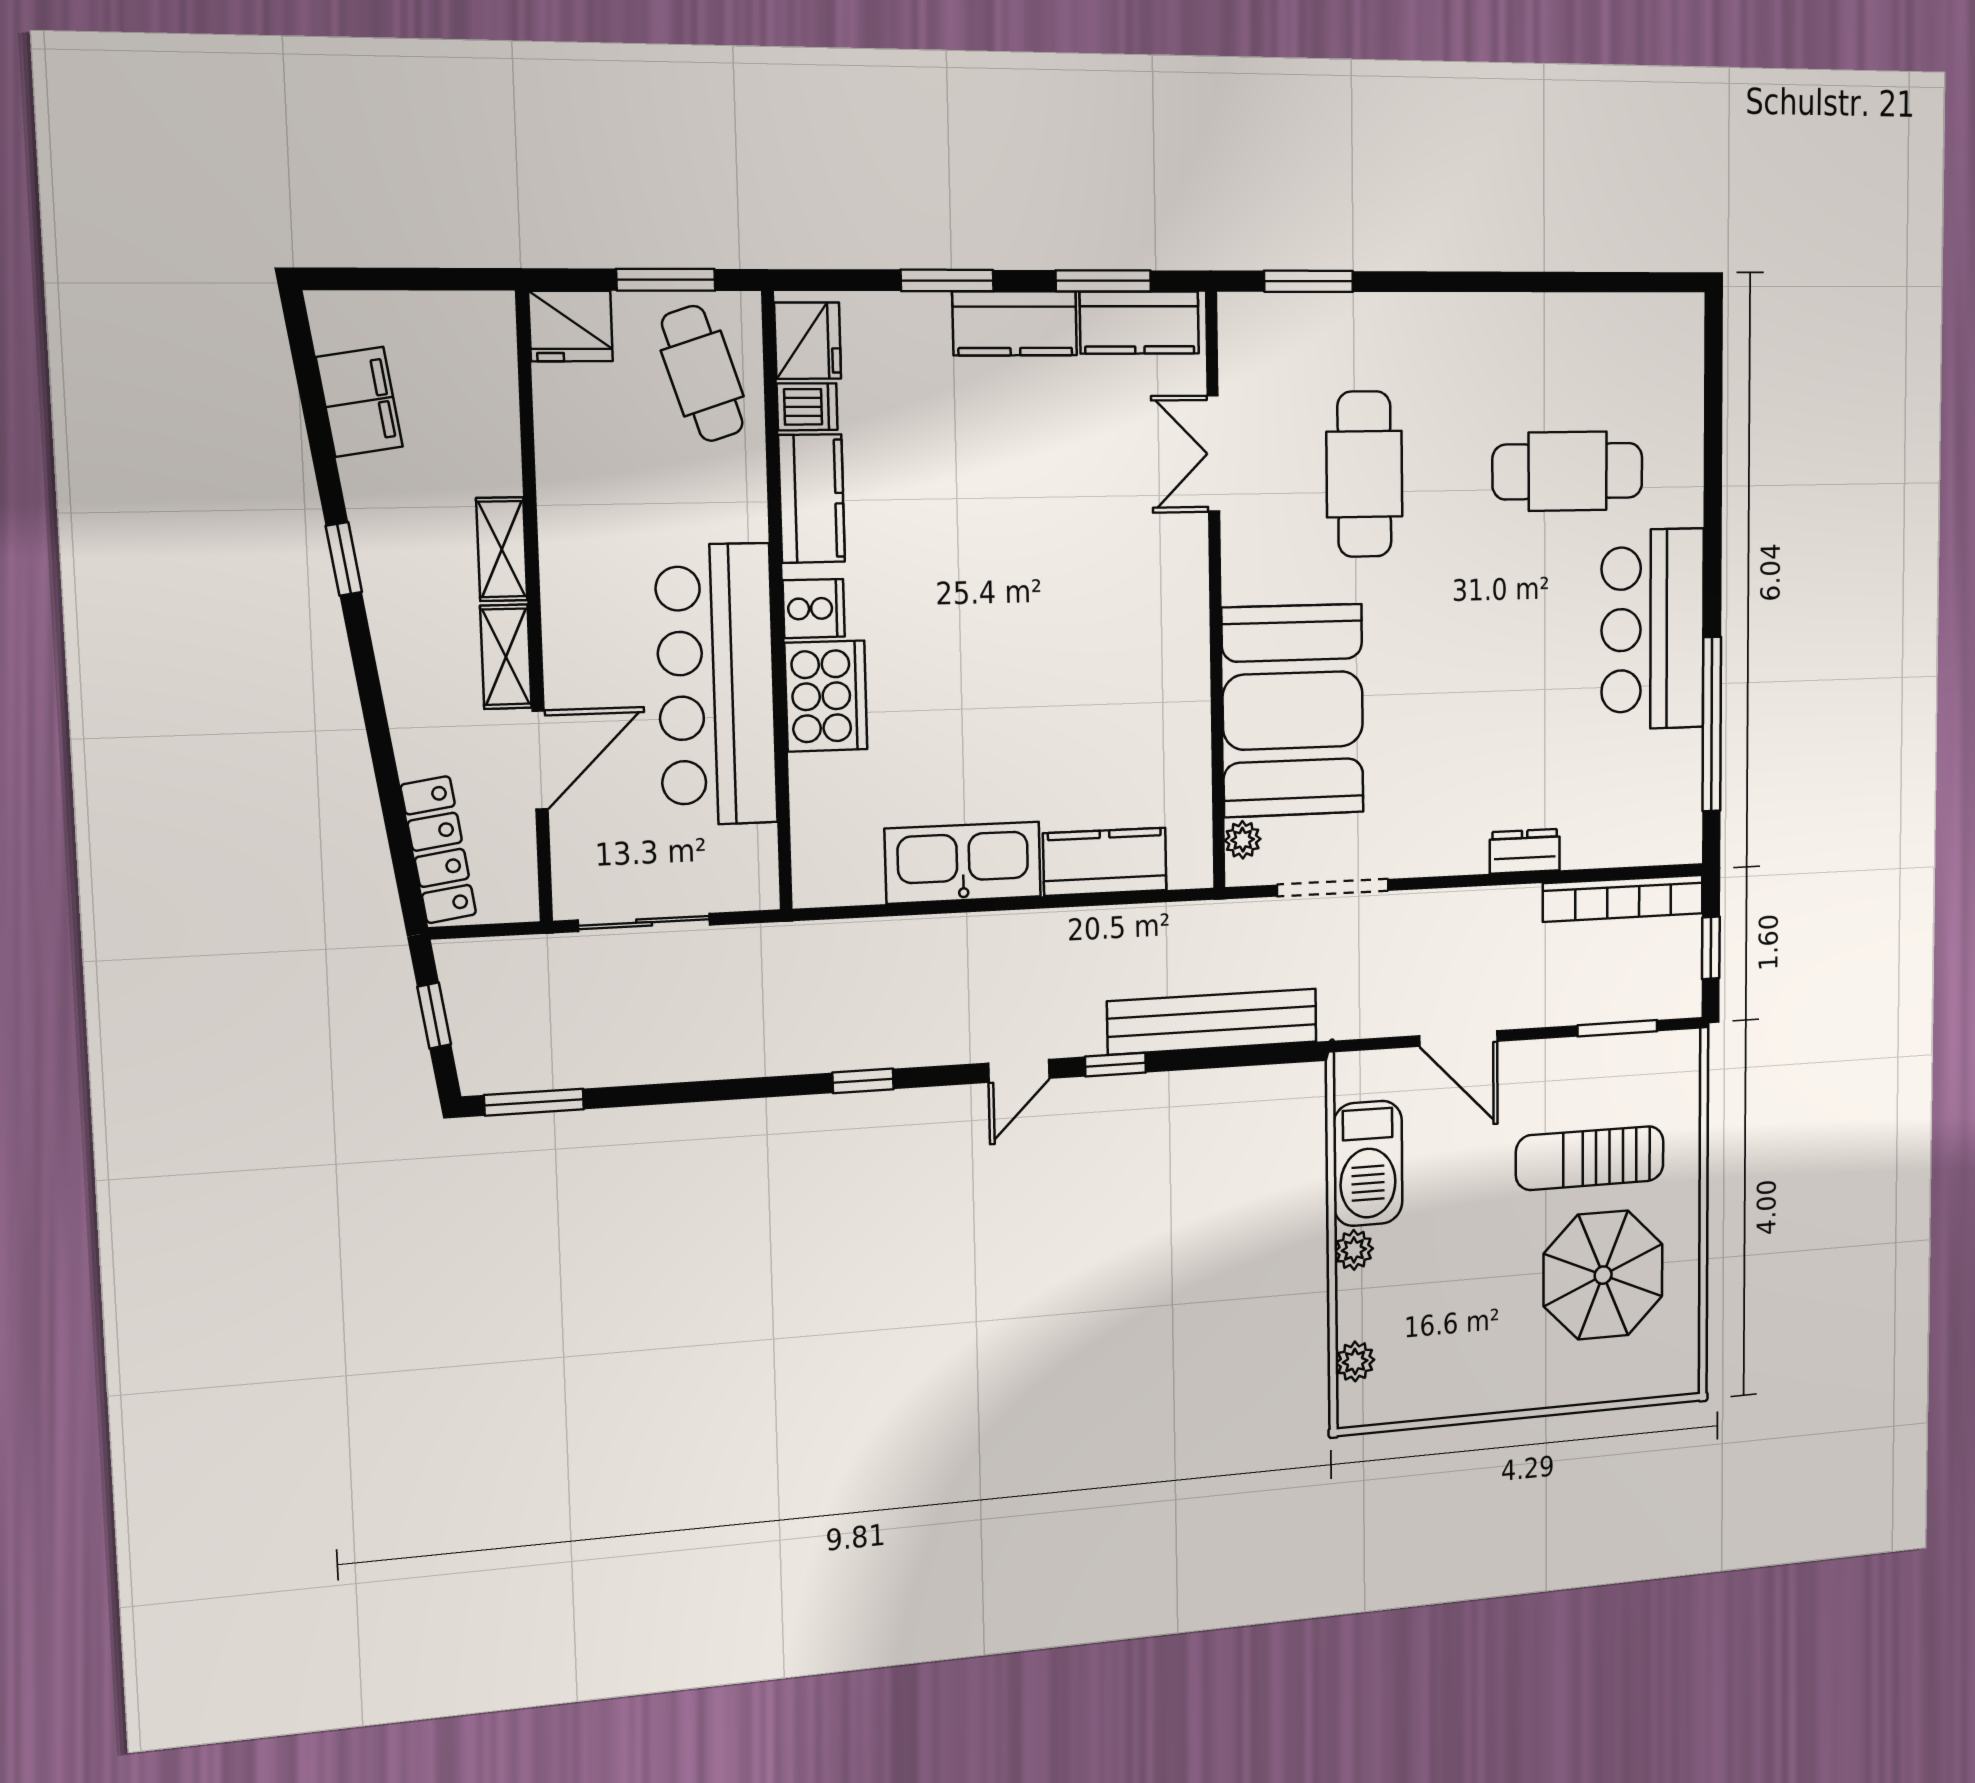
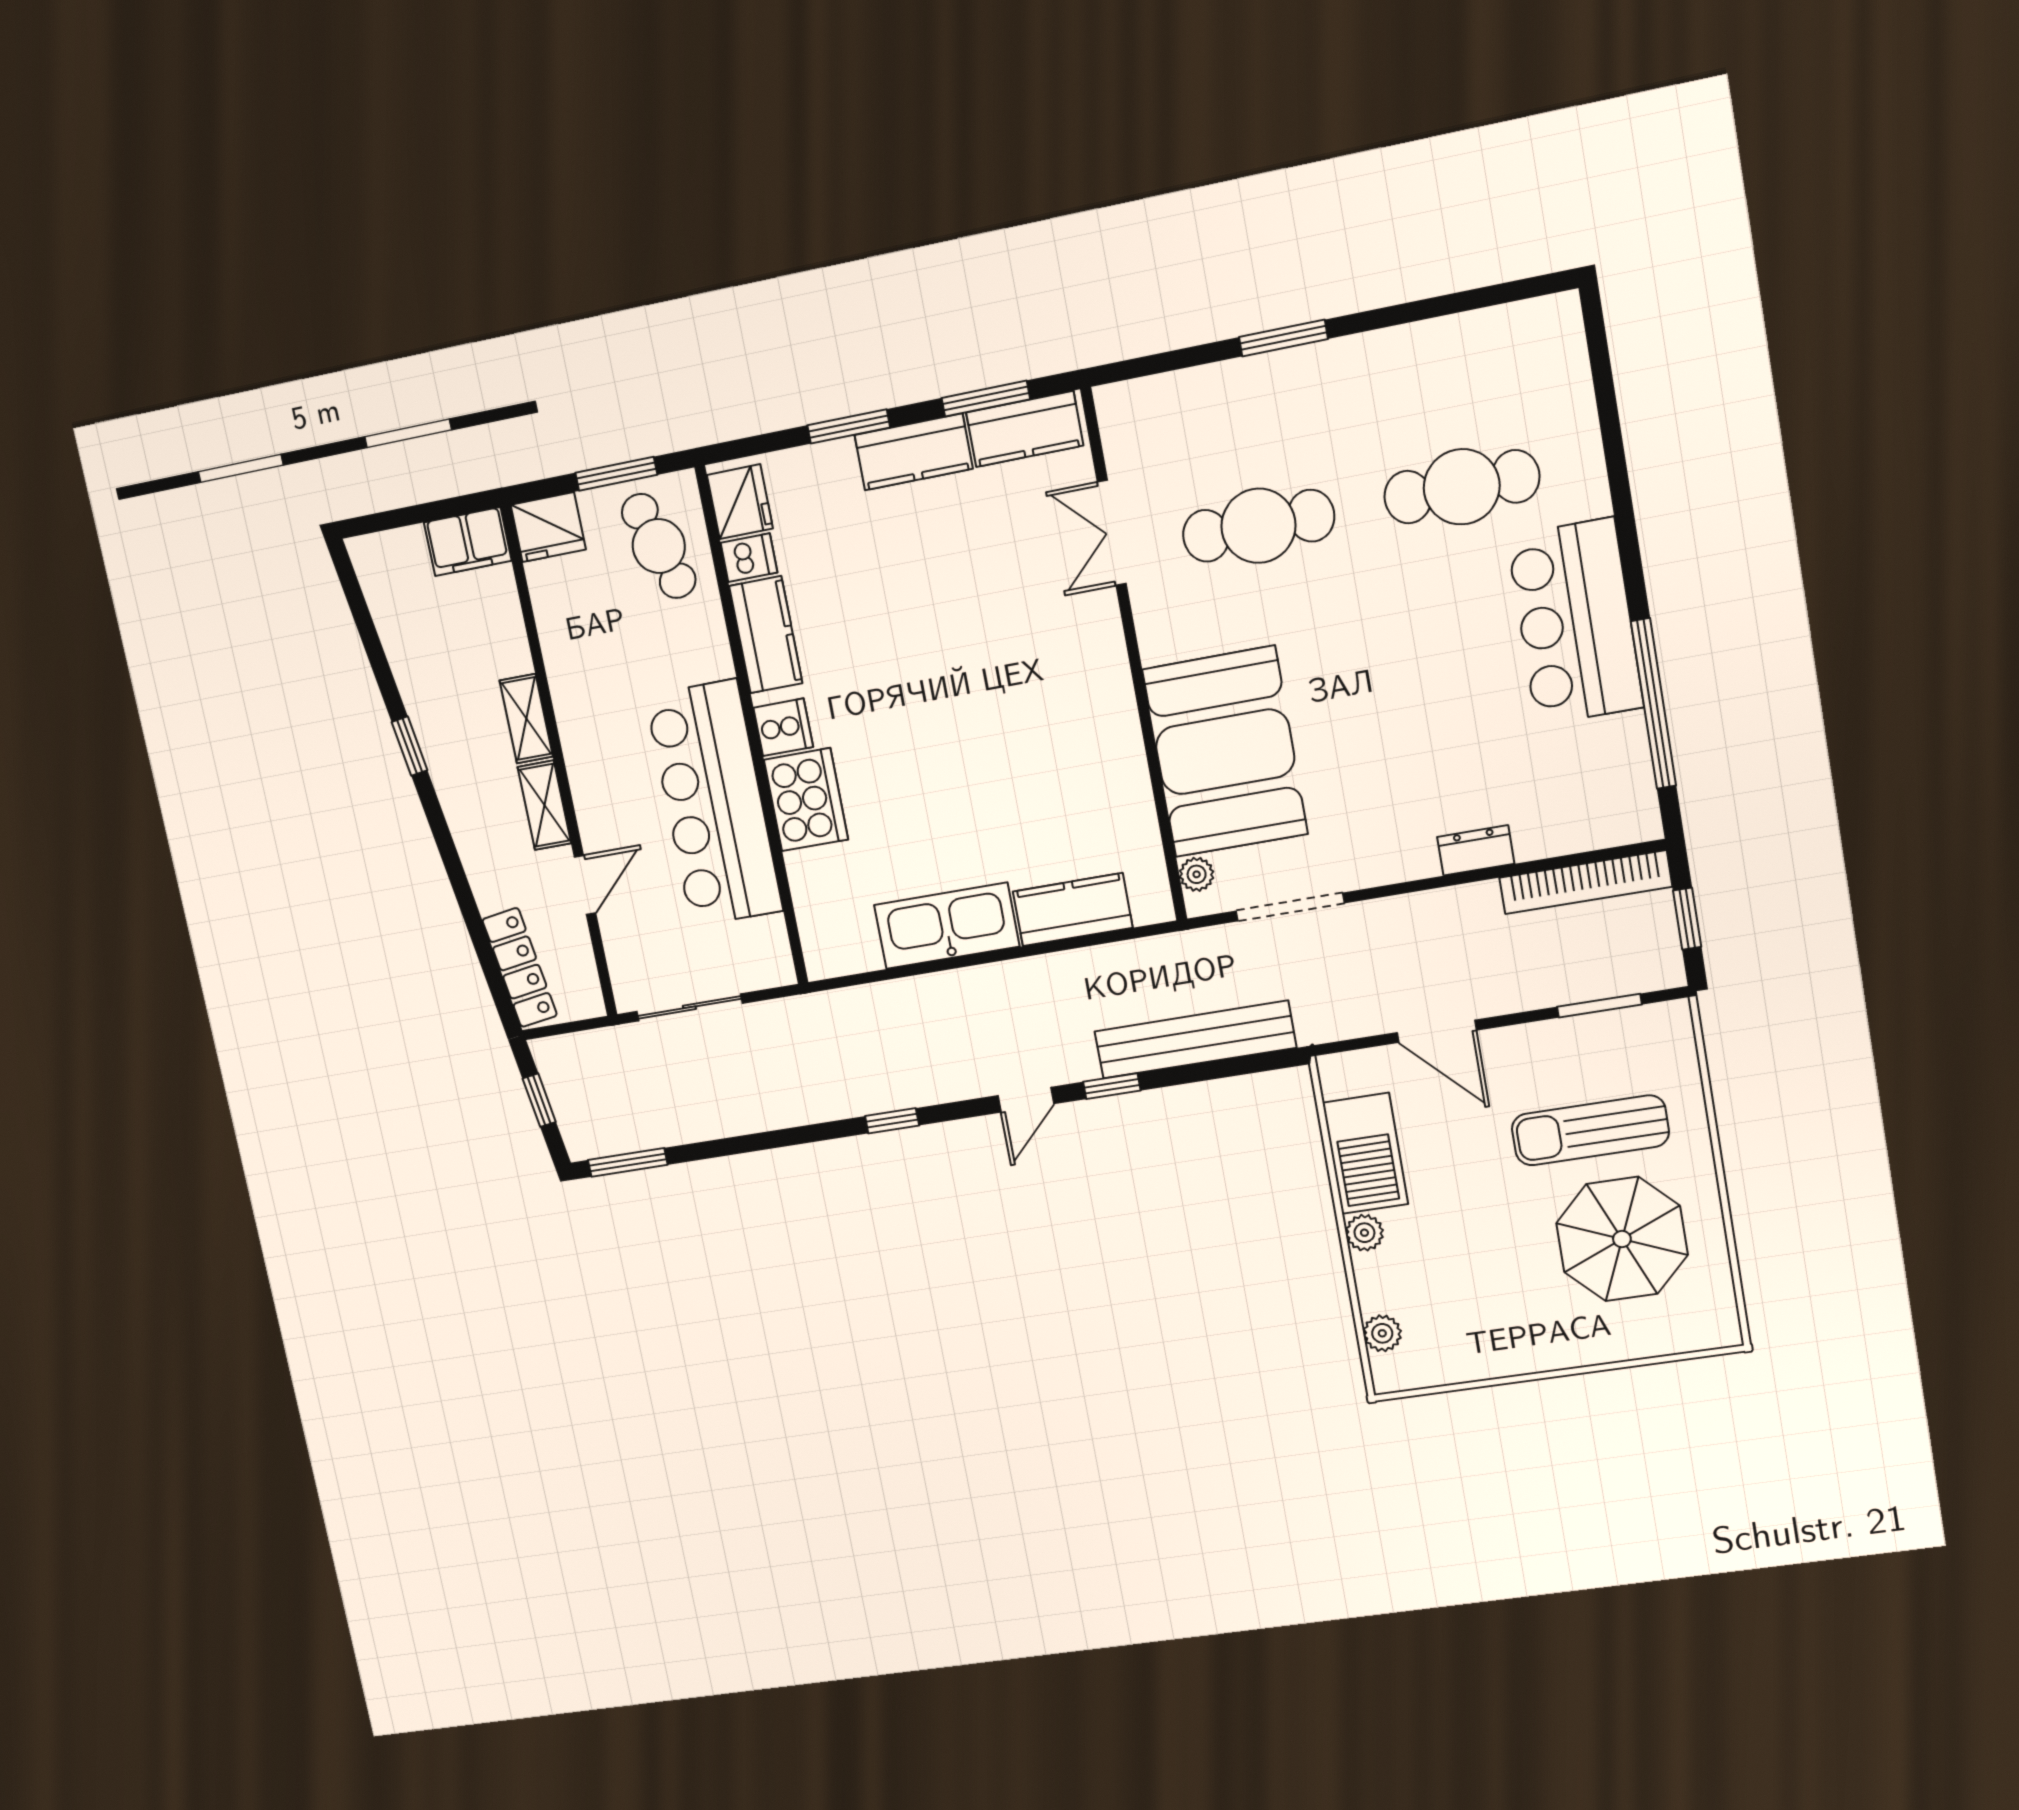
window: (1309, 281) -> (1283, 338), moved
filing cabinet: (359, 402) -> (468, 542), moved, turned 98
cafe table: (1364, 474) -> (1258, 526), turned 90
door: (540, 760) -> (585, 885), width x0.73

